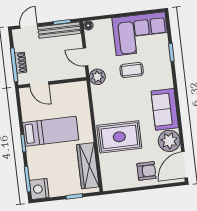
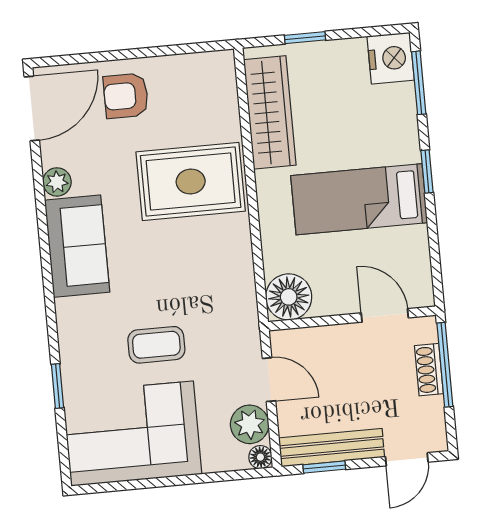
plant: (97, 77) -> (250, 424), moved
floor lamp: (78, 91) -> (289, 297), added
plant: (169, 141) -> (57, 182), width x0.53, depth x0.53

